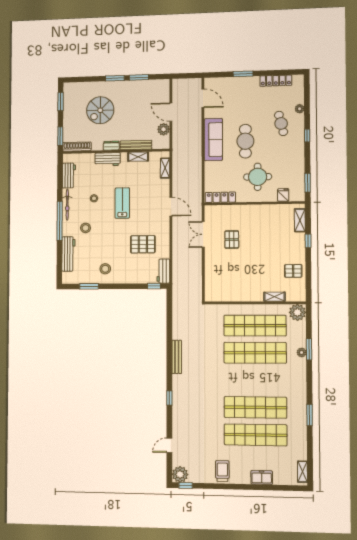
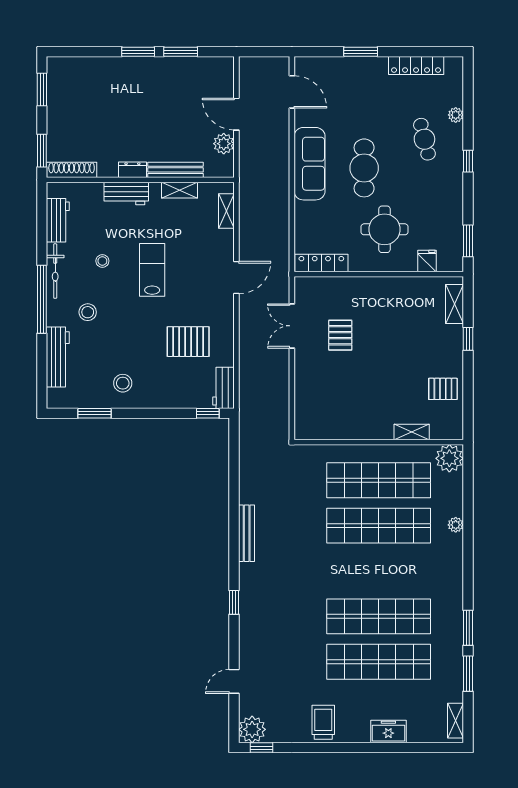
spiral stairs: (100, 110) -> (113, 107), removed
door: (171, 207) -> (236, 278), hinge flipped
window: (309, 349) -> (468, 674), moved

